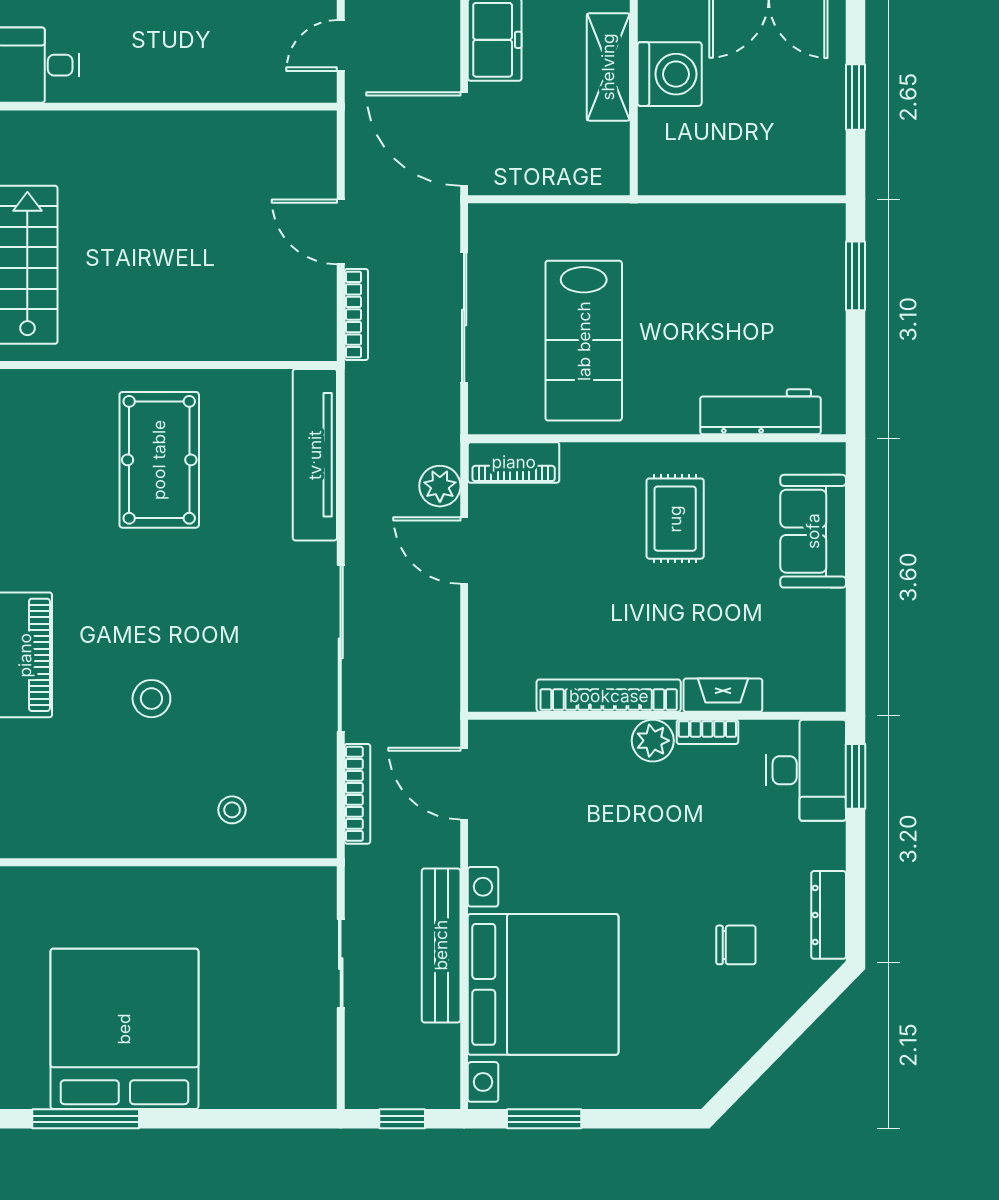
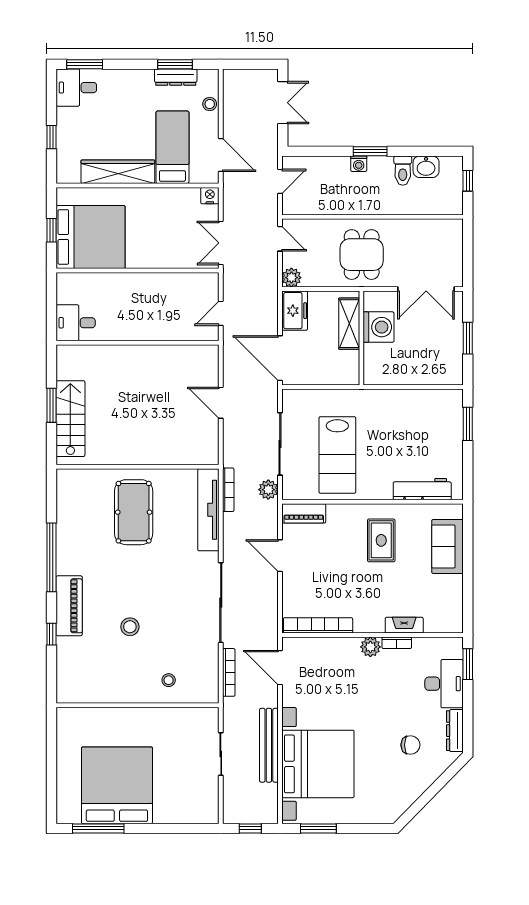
bookcase: (356, 314) -> (228, 490), moved
plant: (440, 486) -> (268, 490), moved
bookcase: (609, 696) -> (318, 625), moved
desk: (806, 770) -> (444, 684), moved

